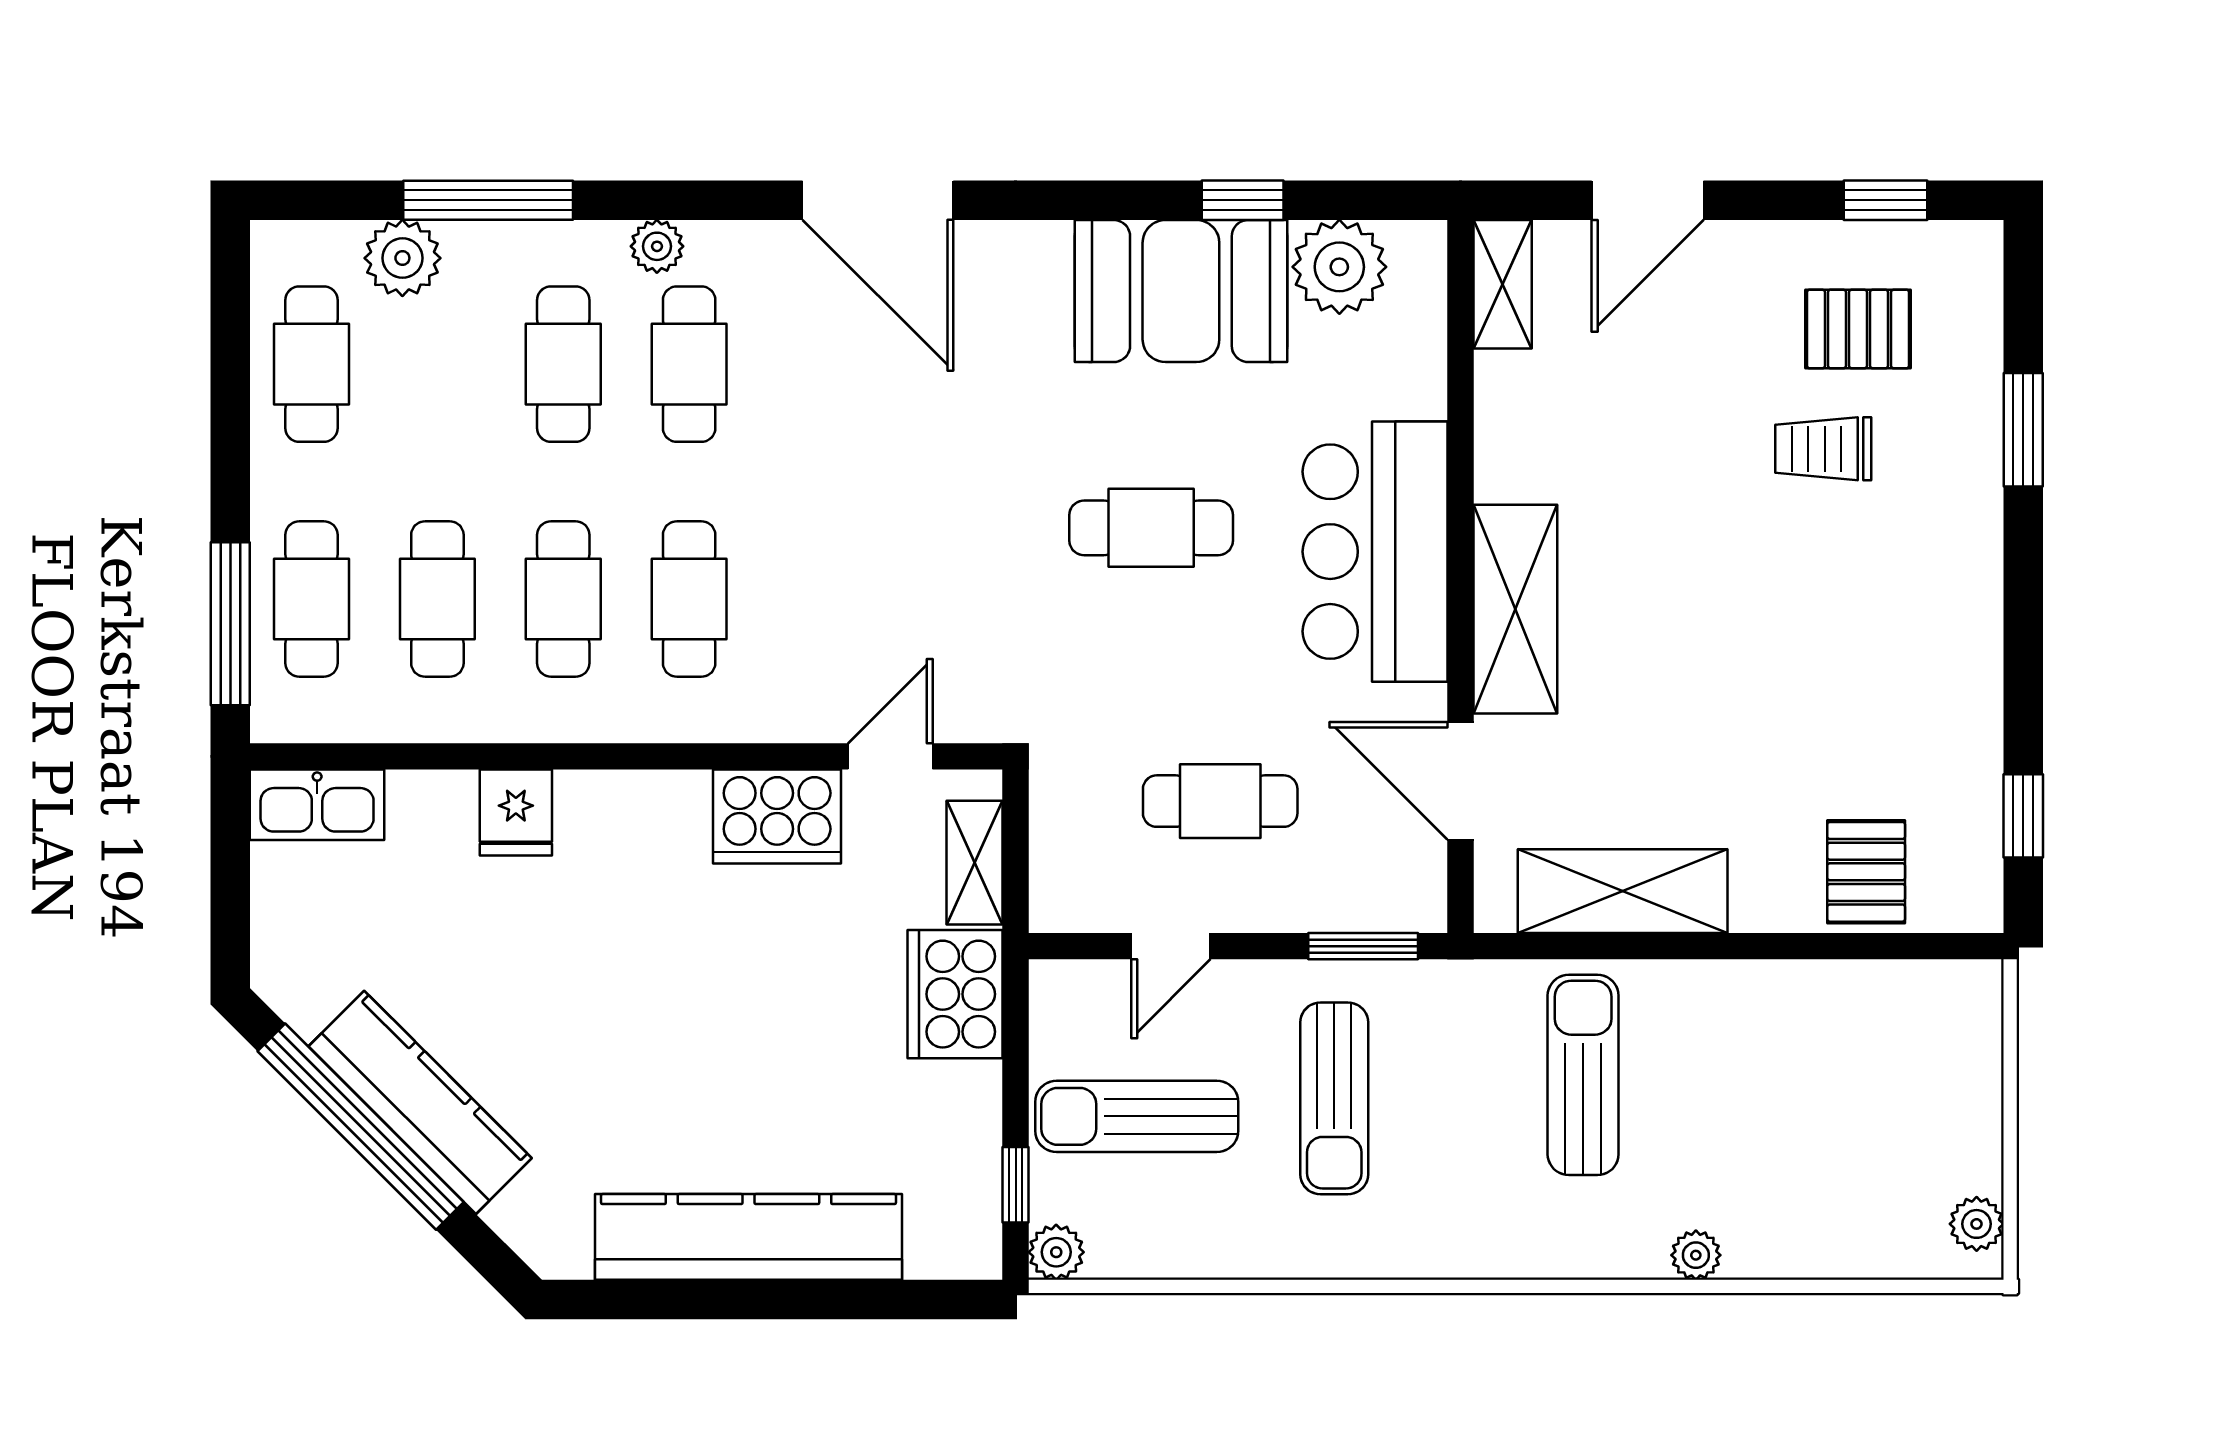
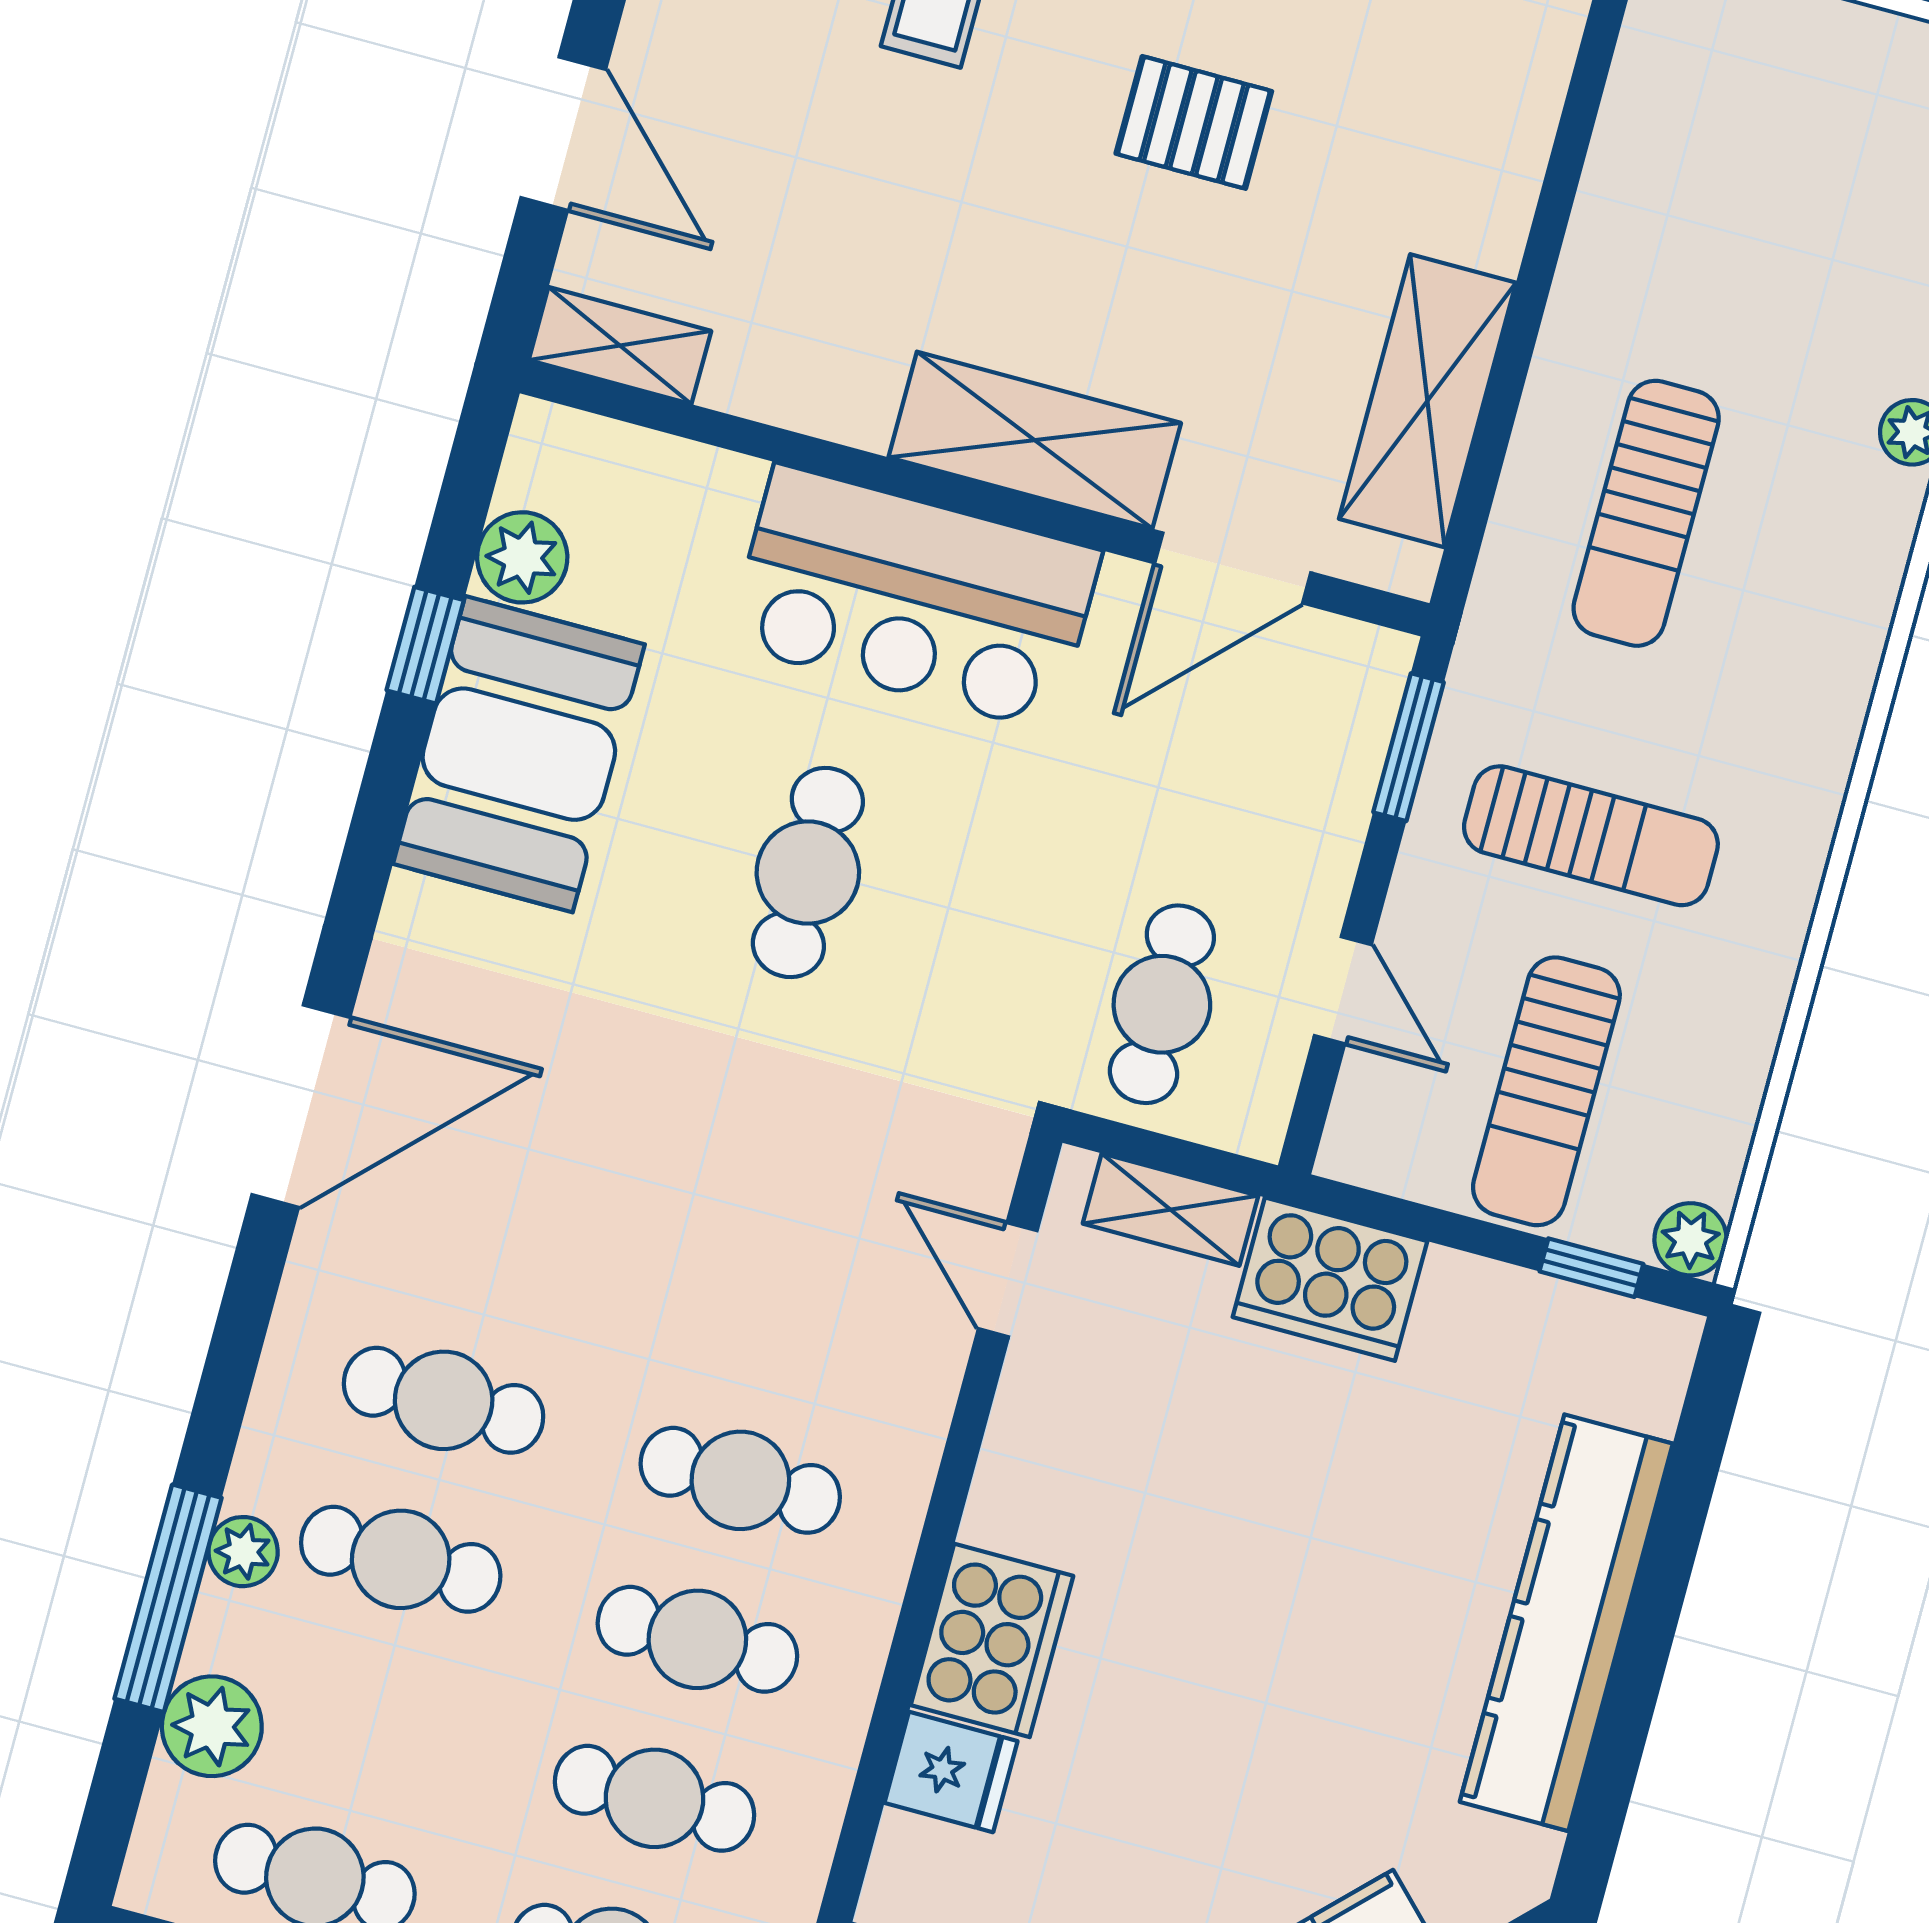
plant: (657, 246) -> (243, 1552), moved
plant: (1339, 267) -> (522, 557), width x0.73, depth x0.73
cafe table: (1220, 801) -> (1162, 1004), moved
cooker: (777, 817) -> (992, 1640), moved
pallet: (1866, 872) -> (1194, 122), moved
sun lounger: (1583, 1075) -> (1646, 513), turned -90

